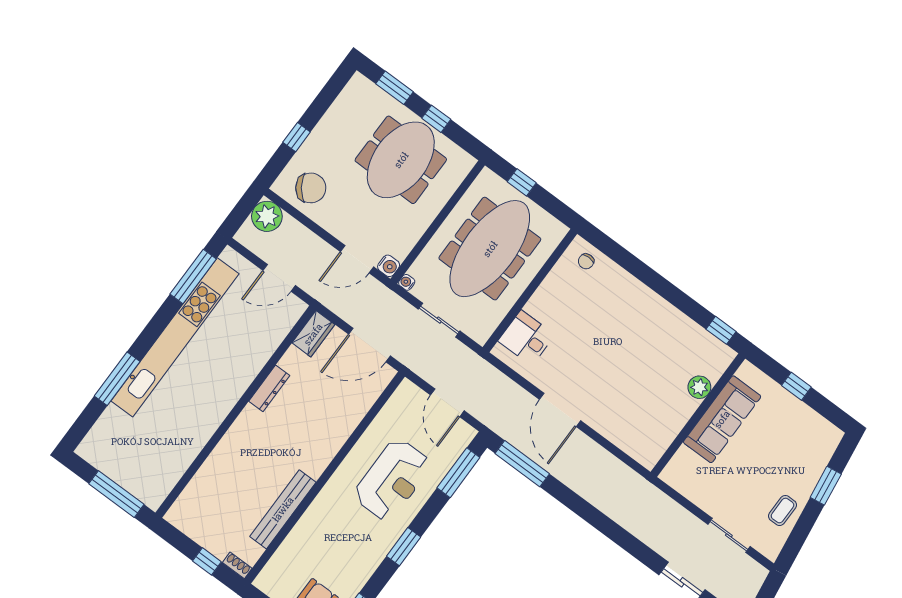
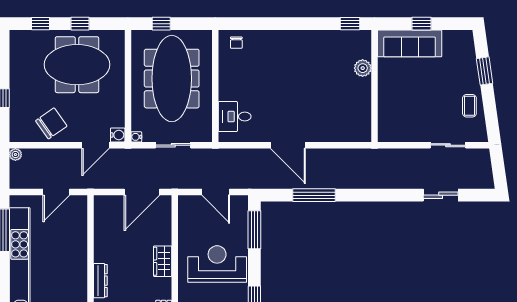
window: (394, 88) -> (40, 24), width x0.67
meeting table: (401, 160) -> (77, 65), turned 90
chair: (311, 188) -> (51, 123), moved
plant: (267, 216) -> (15, 155), width x0.53, depth x0.53
wardrobe: (313, 334) -> (163, 261), moved, turned 180
dresser: (269, 388) -> (100, 281), moved
sofa: (722, 419) -> (410, 43), moved, turned 90
window: (522, 464) -> (314, 195), moved
reception desk: (392, 480) -> (217, 264), turned -90

